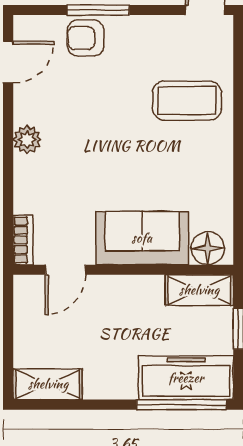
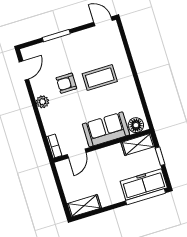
armchair: (86, 38) -> (66, 83), moved
coffee table: (187, 101) -> (100, 78), moved

